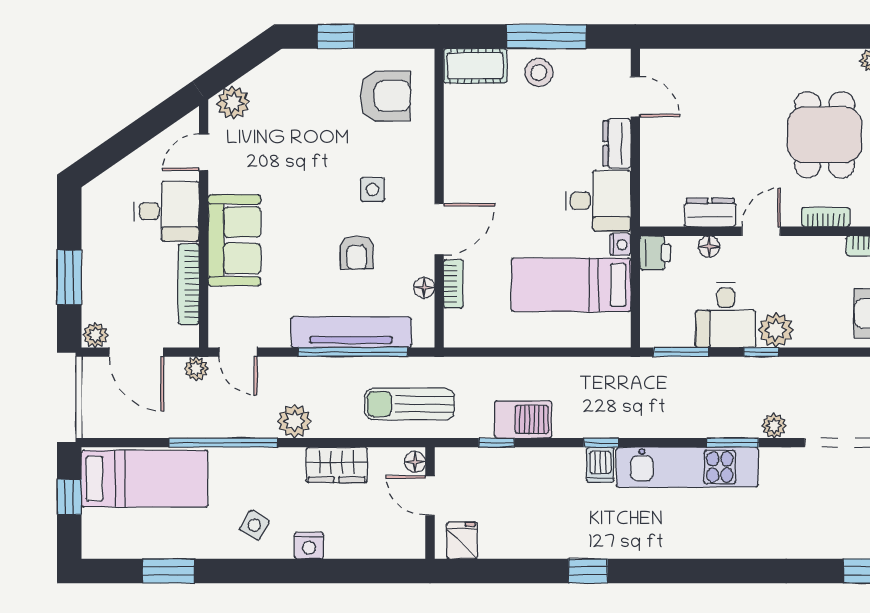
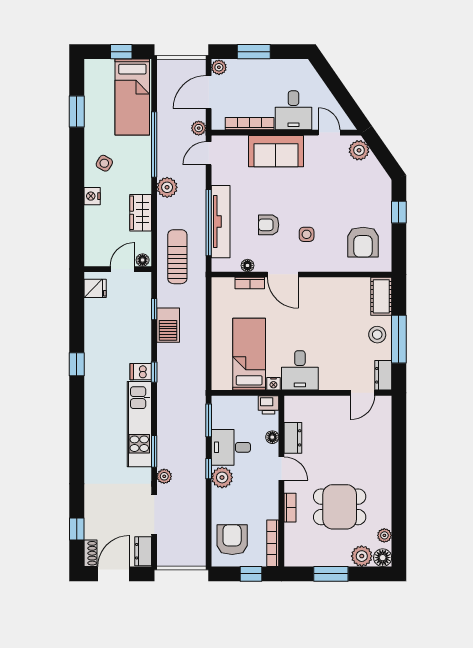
dresser: (617, 143) -> (383, 375), moved, turned -90

